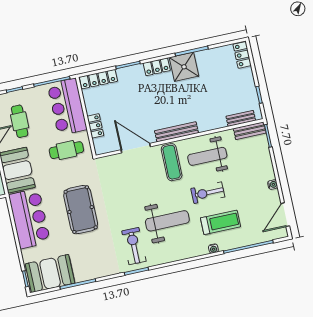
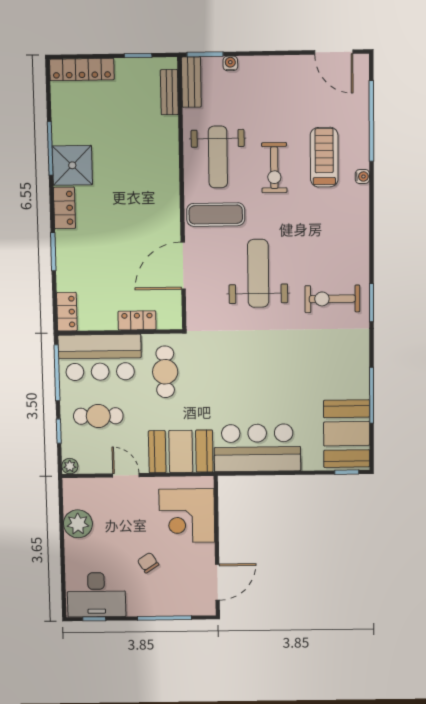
locker: (242, 55) -> (82, 69), width x1.53
locker: (98, 79) -> (67, 312), width x0.66
cafe table: (20, 121) -> (98, 416), moved
bench: (176, 132) -> (170, 198), removed
water cooler: (273, 185) -> (230, 63), moved
pool table: (81, 210) -> (260, 368), removed
weight bench: (167, 221) -> (258, 273), moved

